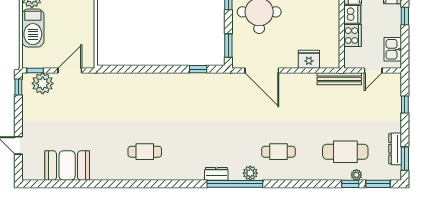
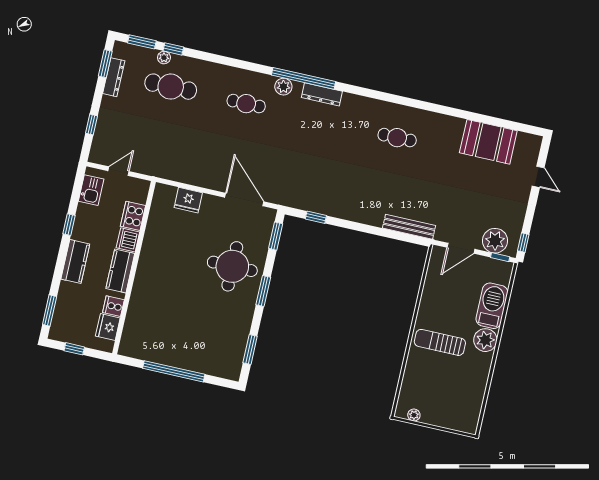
bench: (339, 79) -> (409, 227), moved
dresser: (216, 174) -> (322, 94), width x1.44

